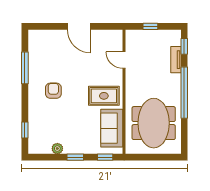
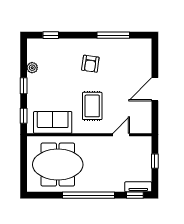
tv unit: (176, 60) -> (138, 187), moved
armchair: (53, 91) -> (90, 64), turned 98
rug: (104, 96) -> (92, 106), moved

